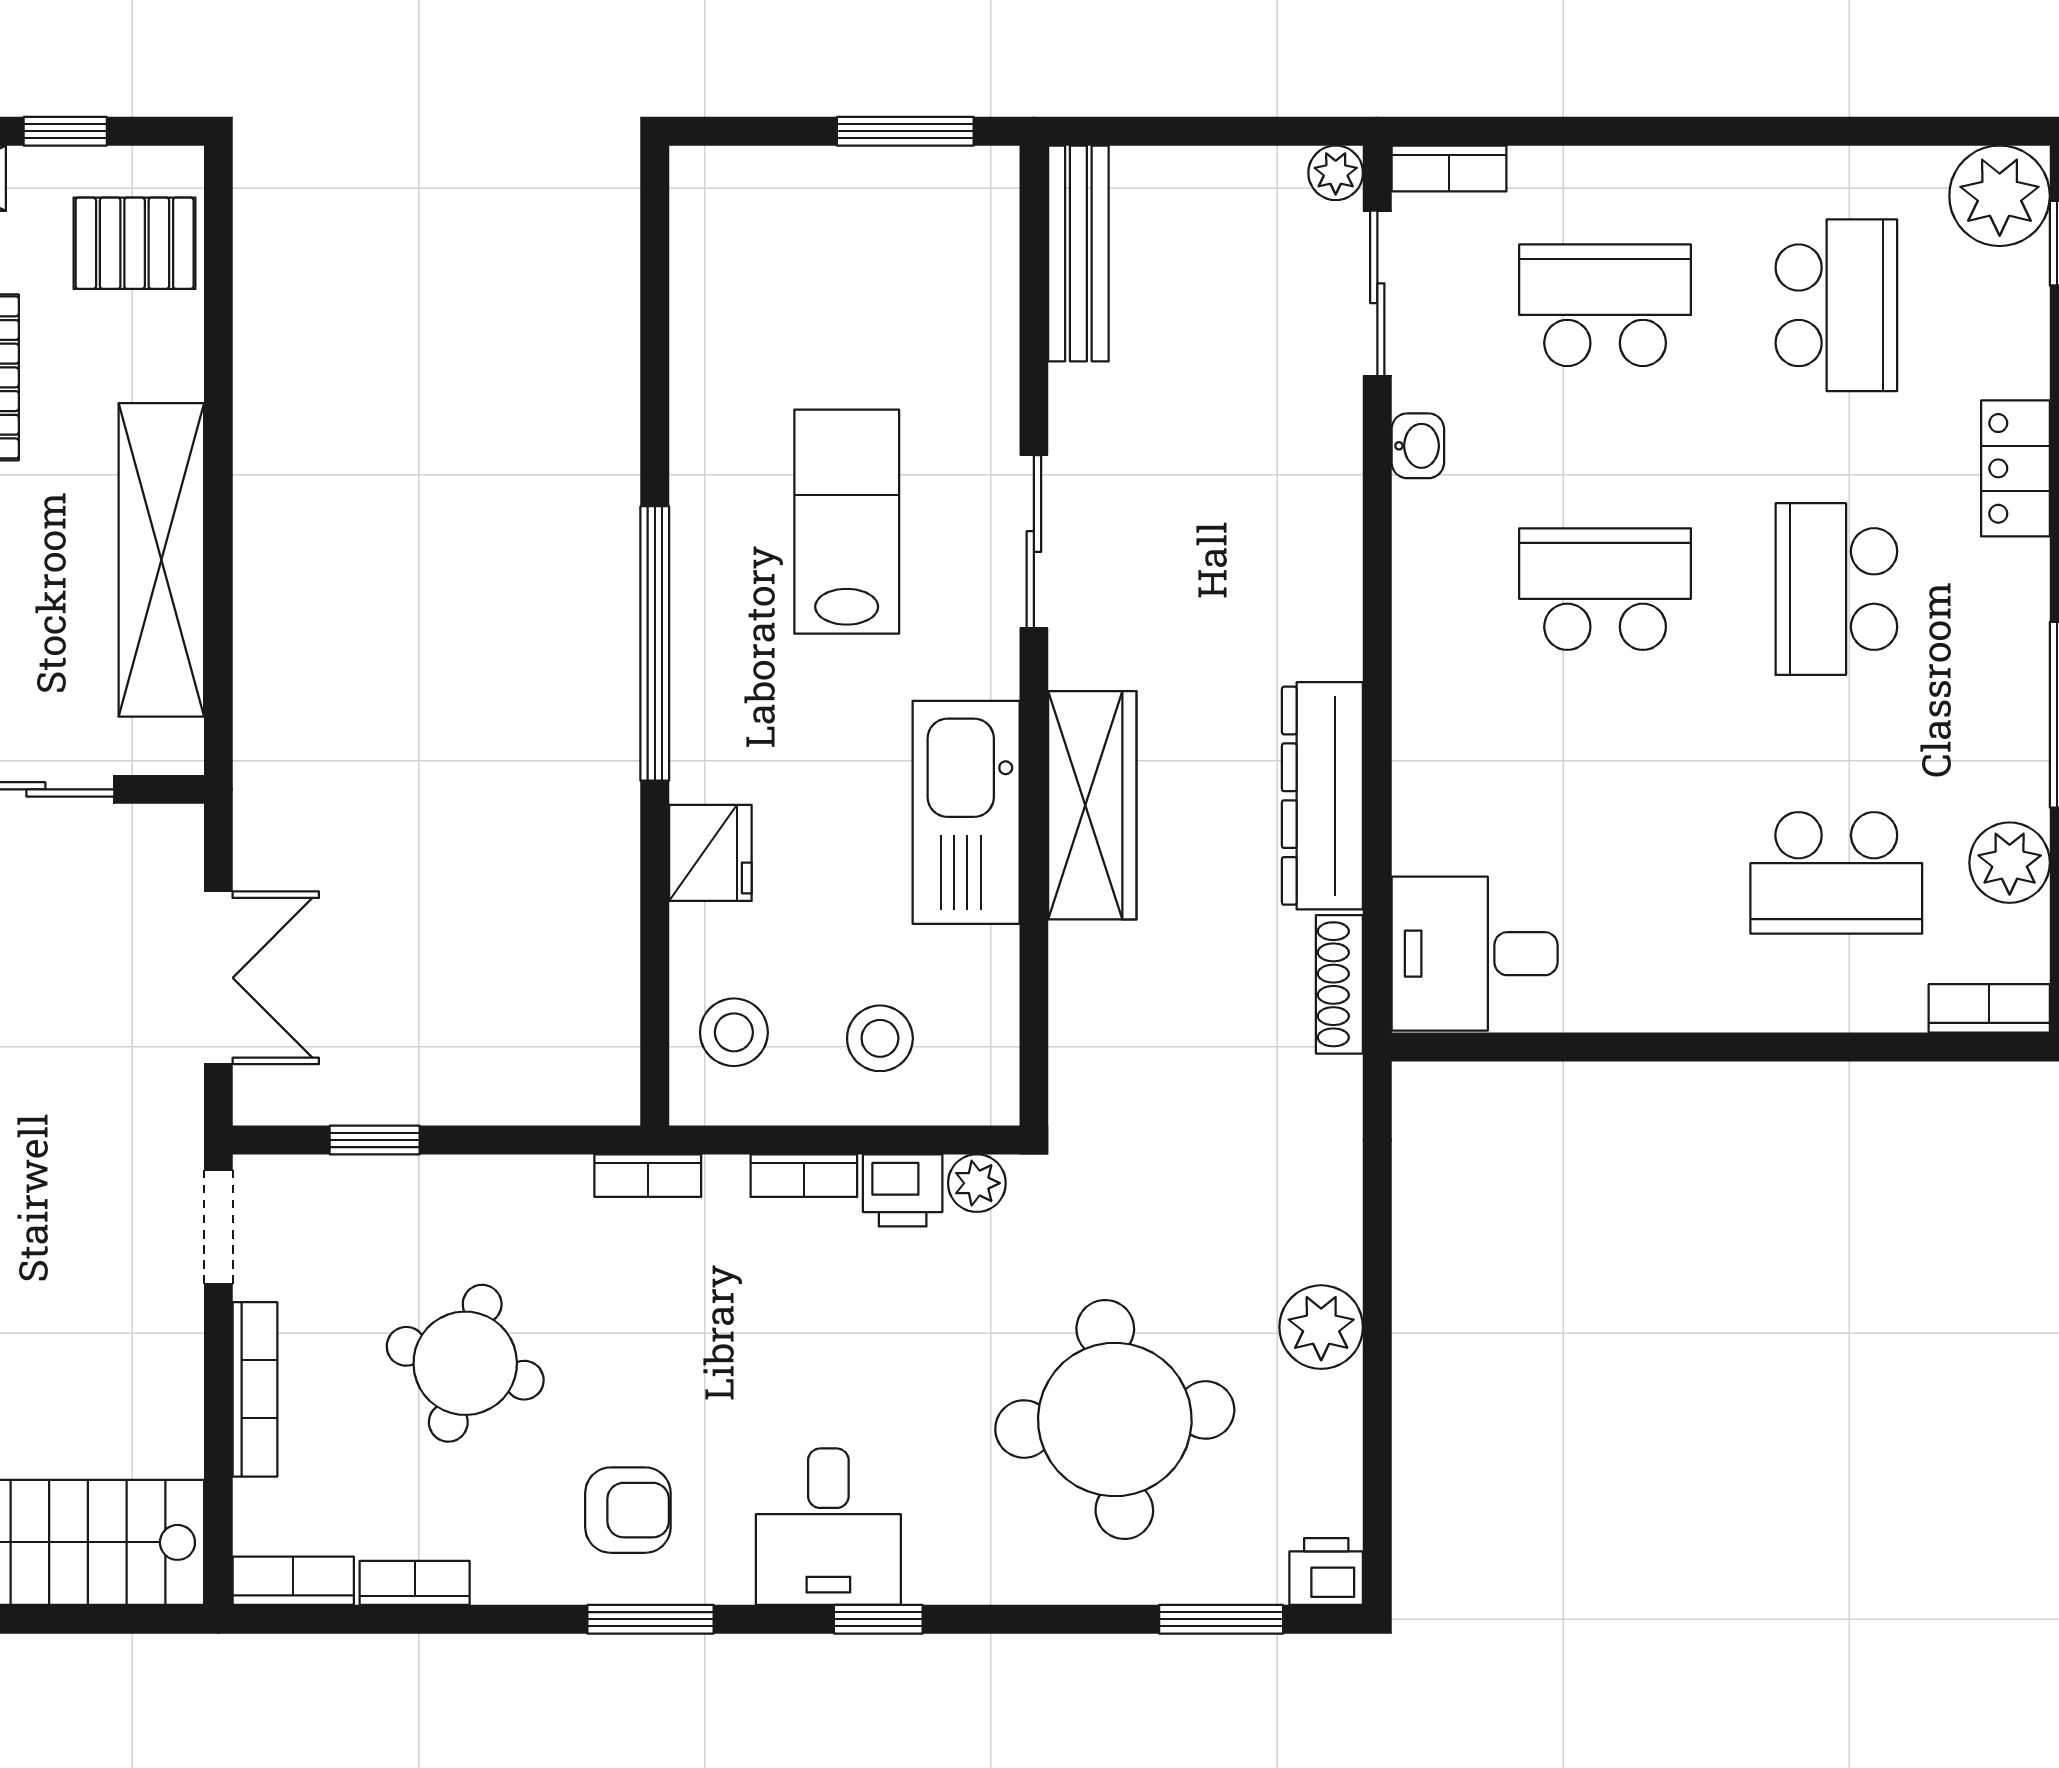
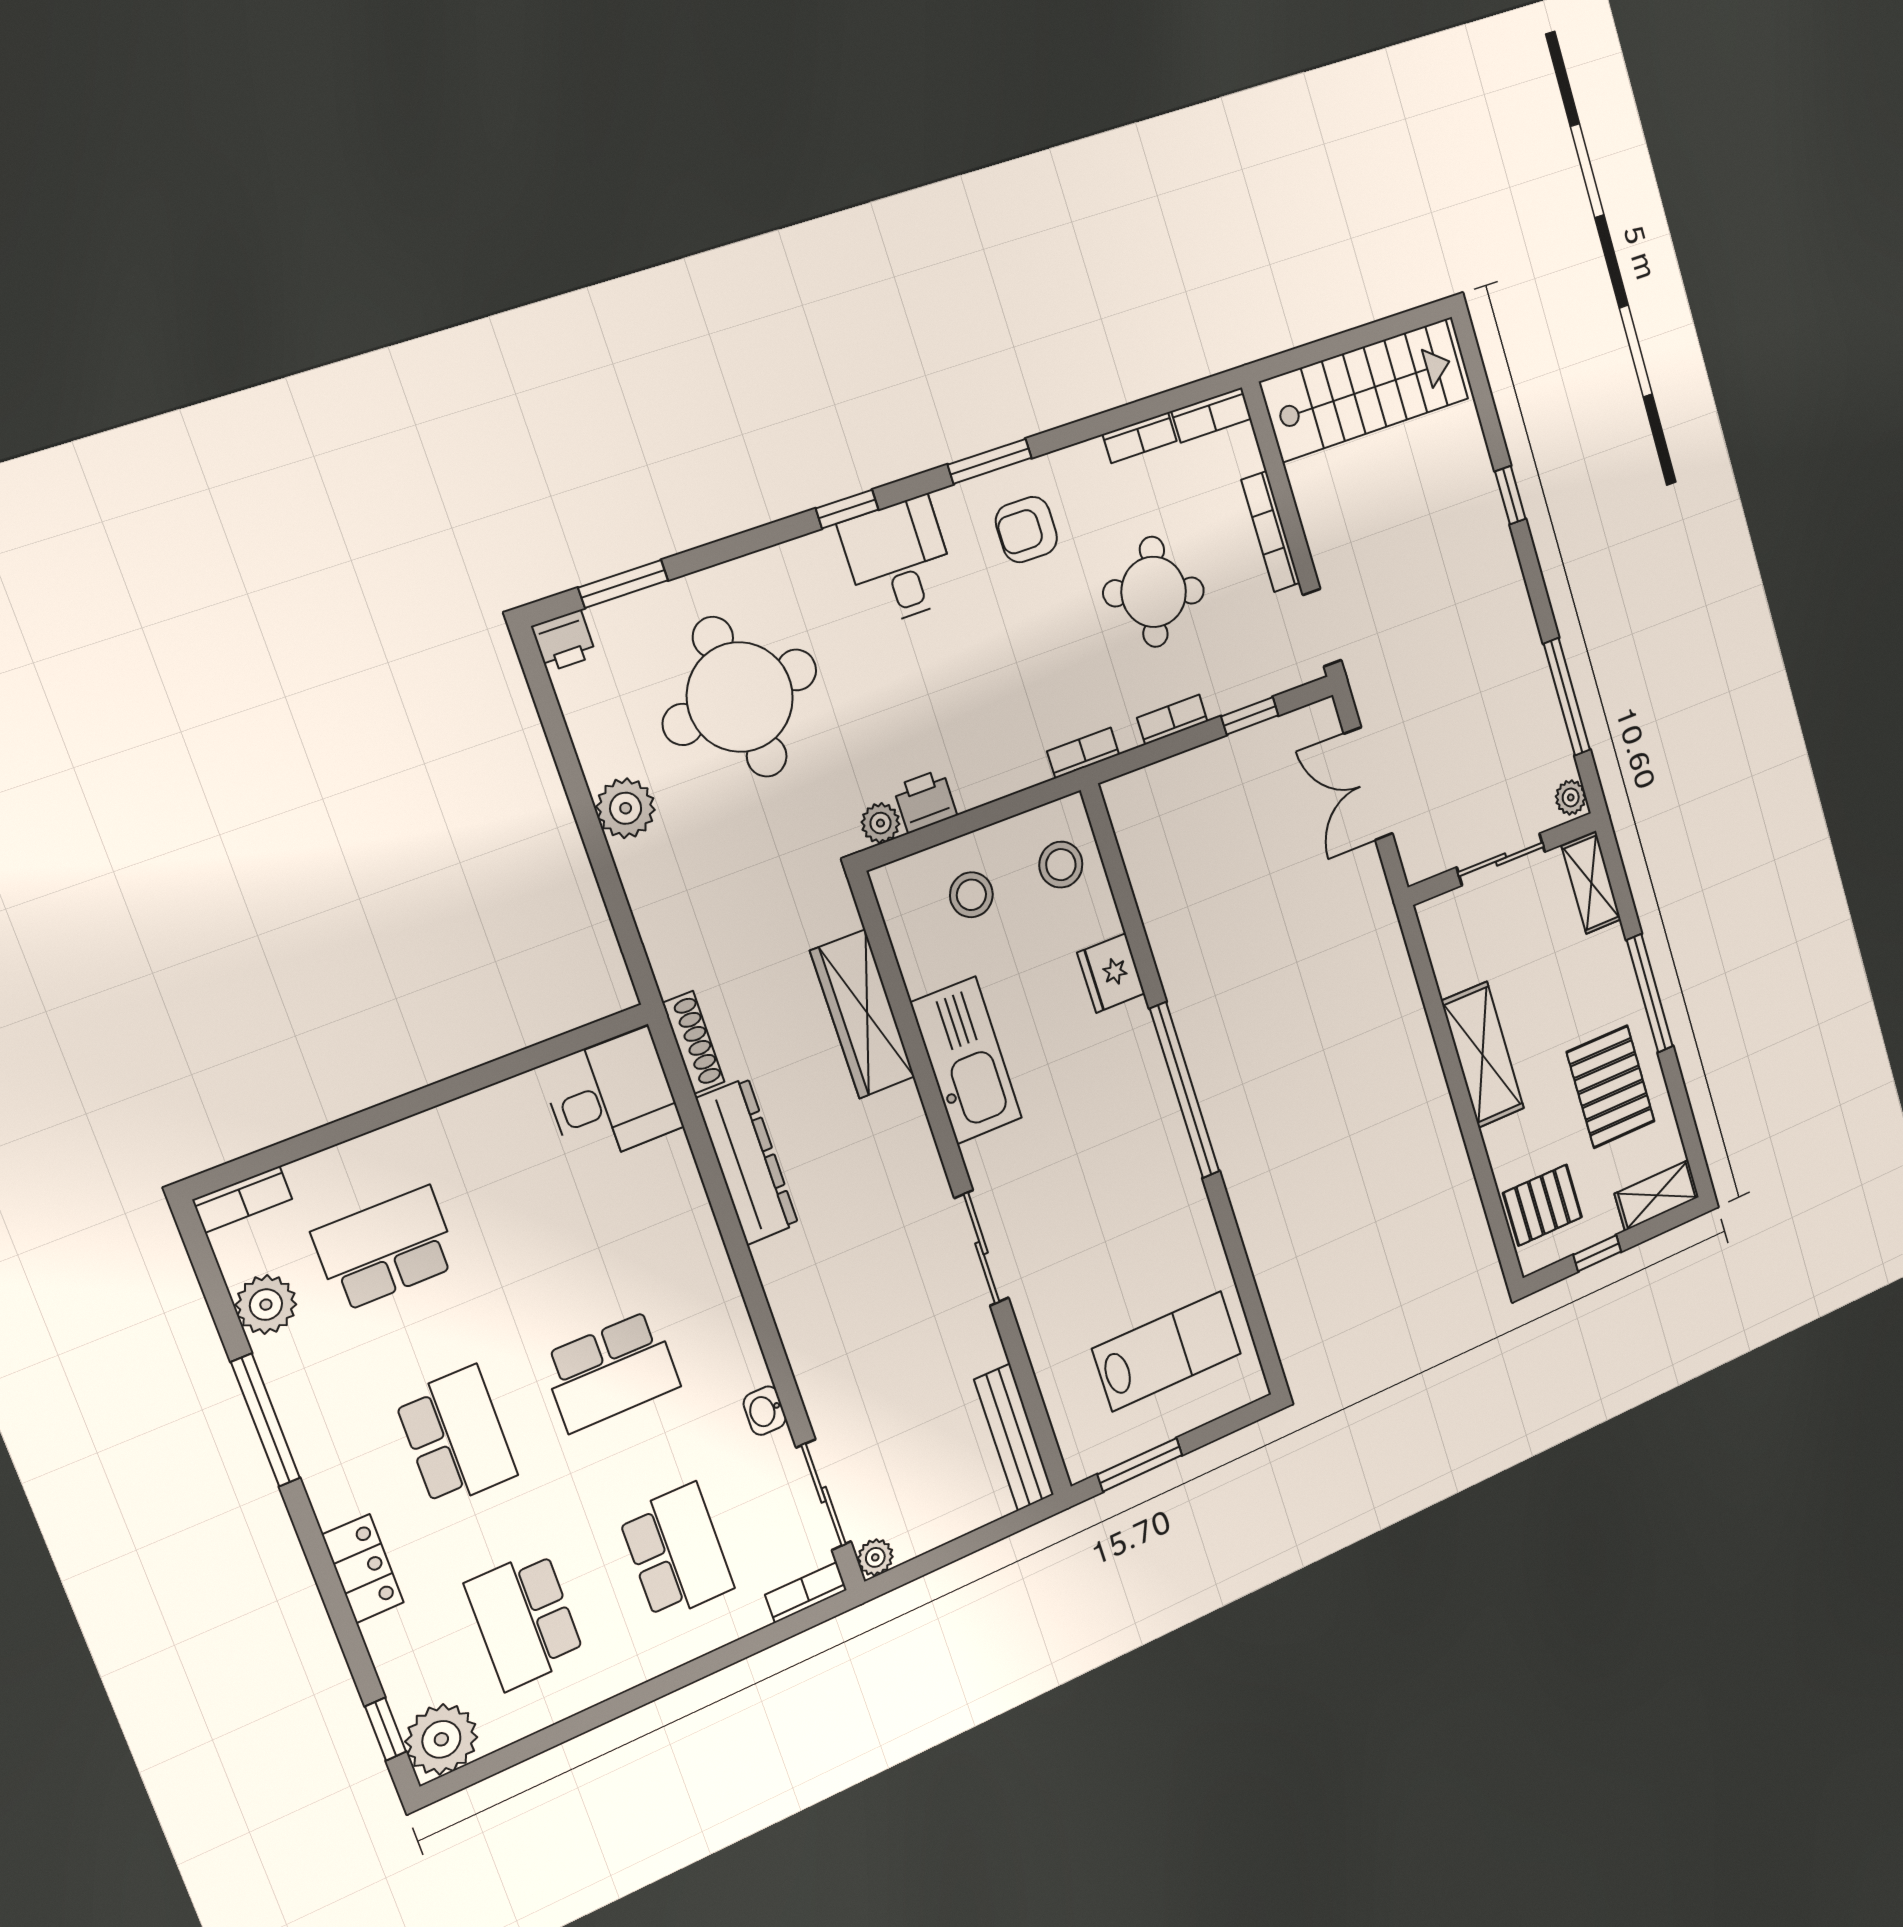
school desk: (1605, 305) -> (677, 1552), turned -90
lab bench: (847, 522) -> (1167, 1351), moved, turned -90
shelving: (161, 560) -> (1483, 1055), width x0.68
wardrobe: (1092, 805) -> (863, 1014), moved
bookcase: (804, 1176) -> (1172, 720), moved

